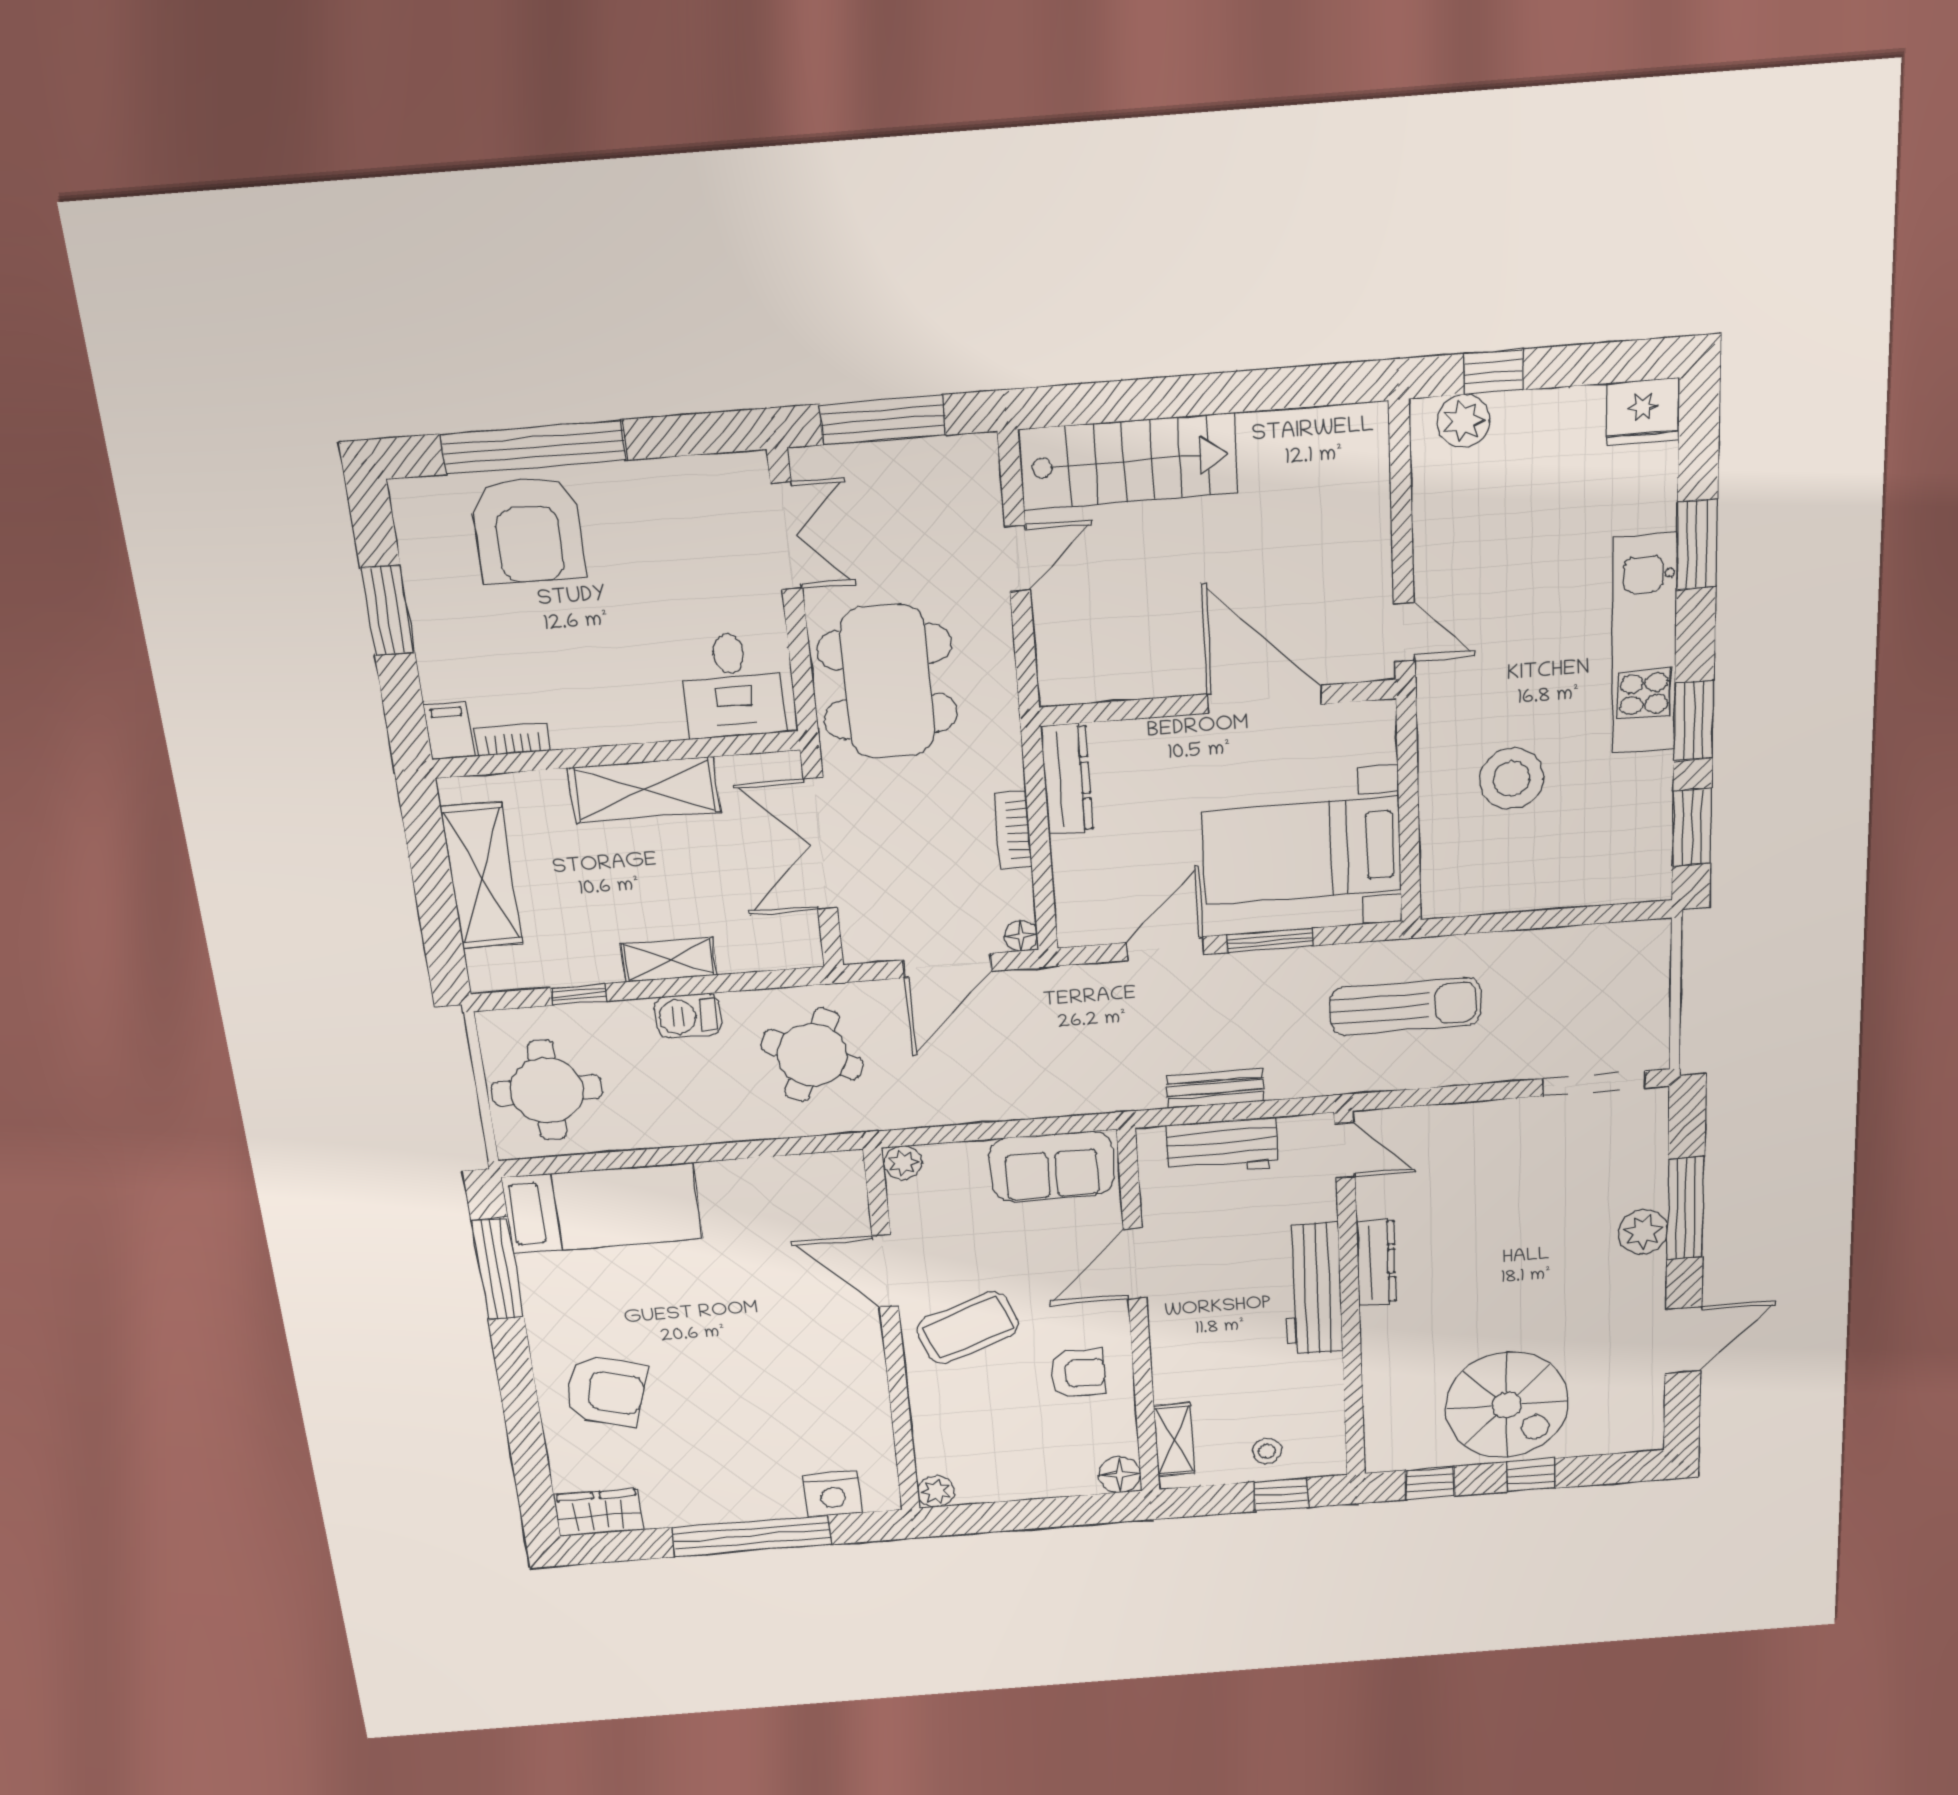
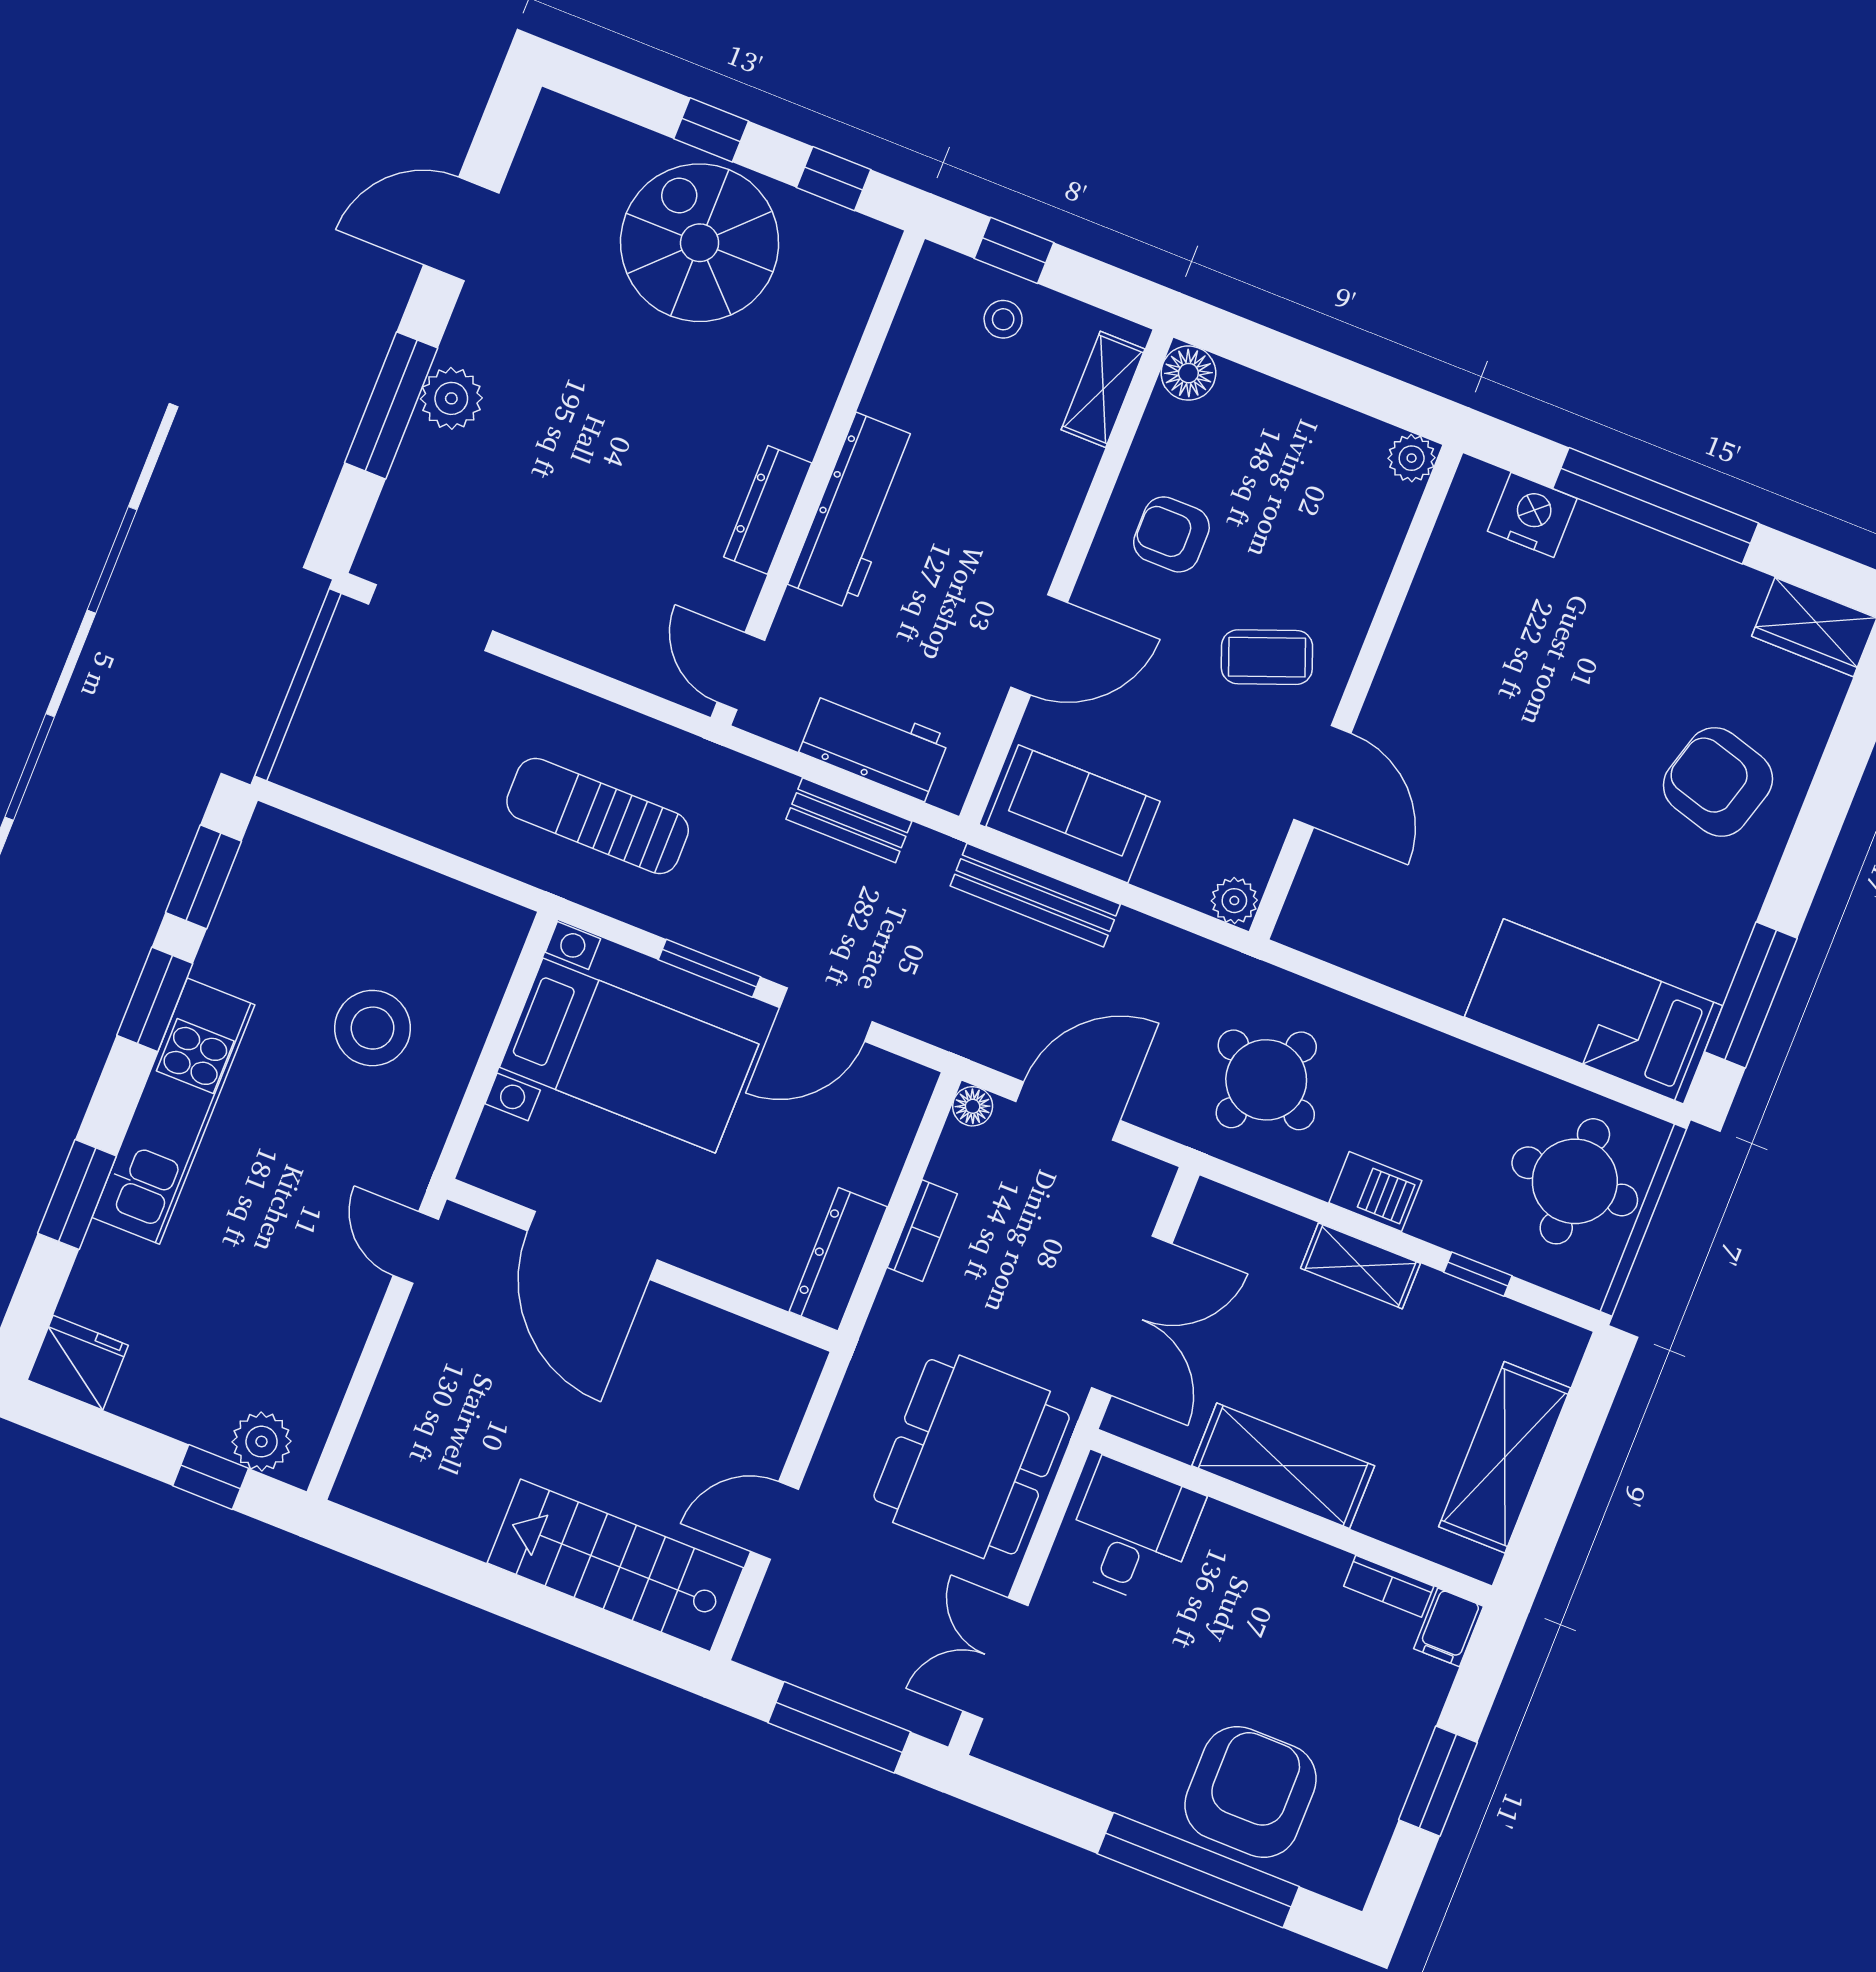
bench: (1051, 1101) -> (1035, 895), added
coffee table: (968, 1328) -> (1267, 657), width x0.73, depth x0.77

